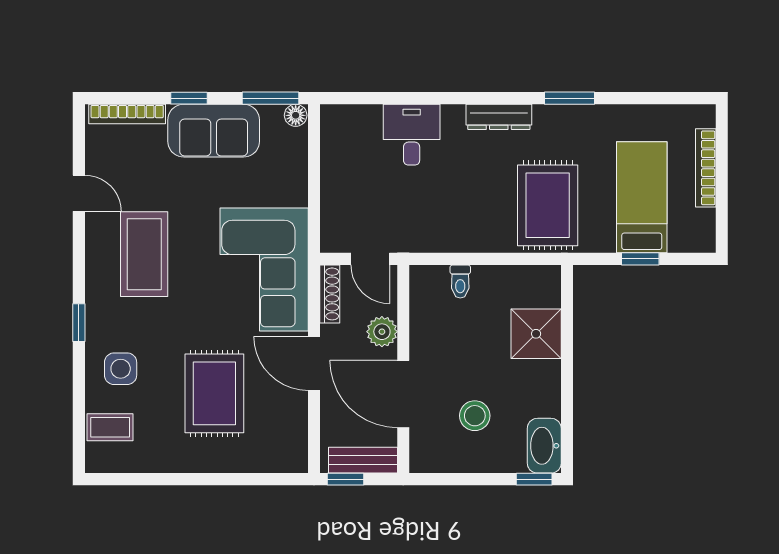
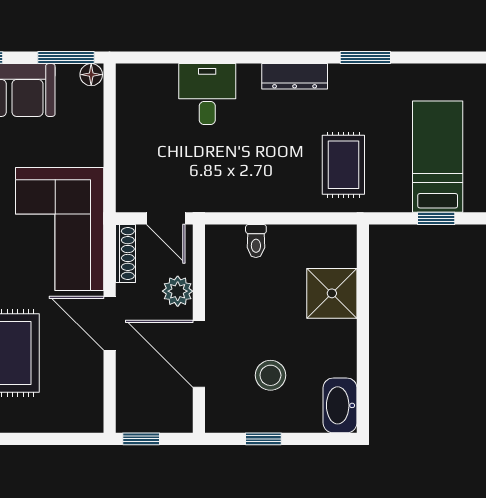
rug: (548, 205) -> (343, 165), width x0.73, depth x0.70
bench: (363, 460) -> (159, 420), removed
window: (534, 479) -> (263, 439), moved

